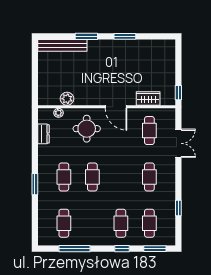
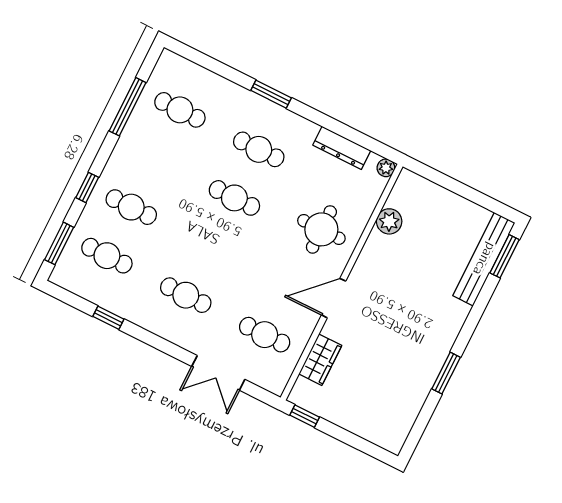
window: (86, 36) -> (505, 256), moved
plant: (59, 113) -> (386, 168), moved
dresser: (44, 134) -> (342, 148), width x1.44

